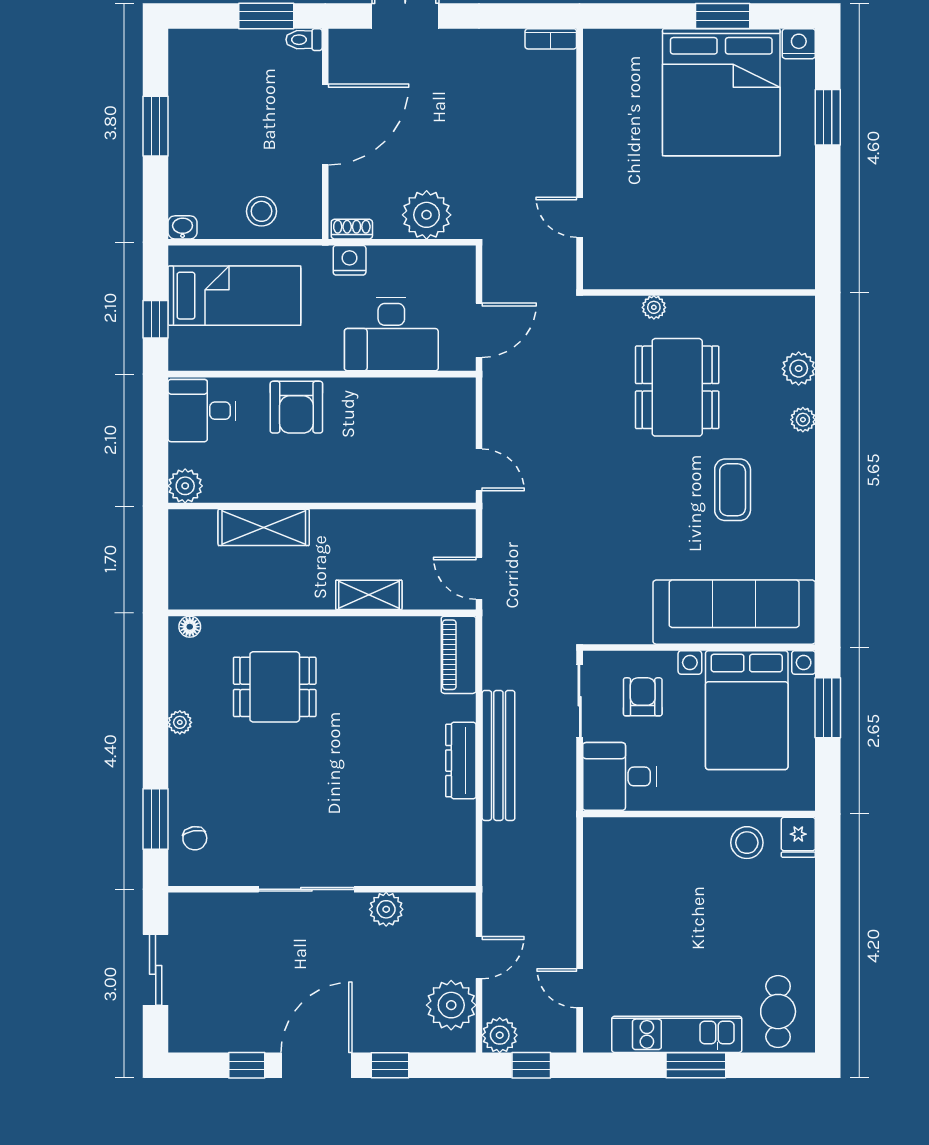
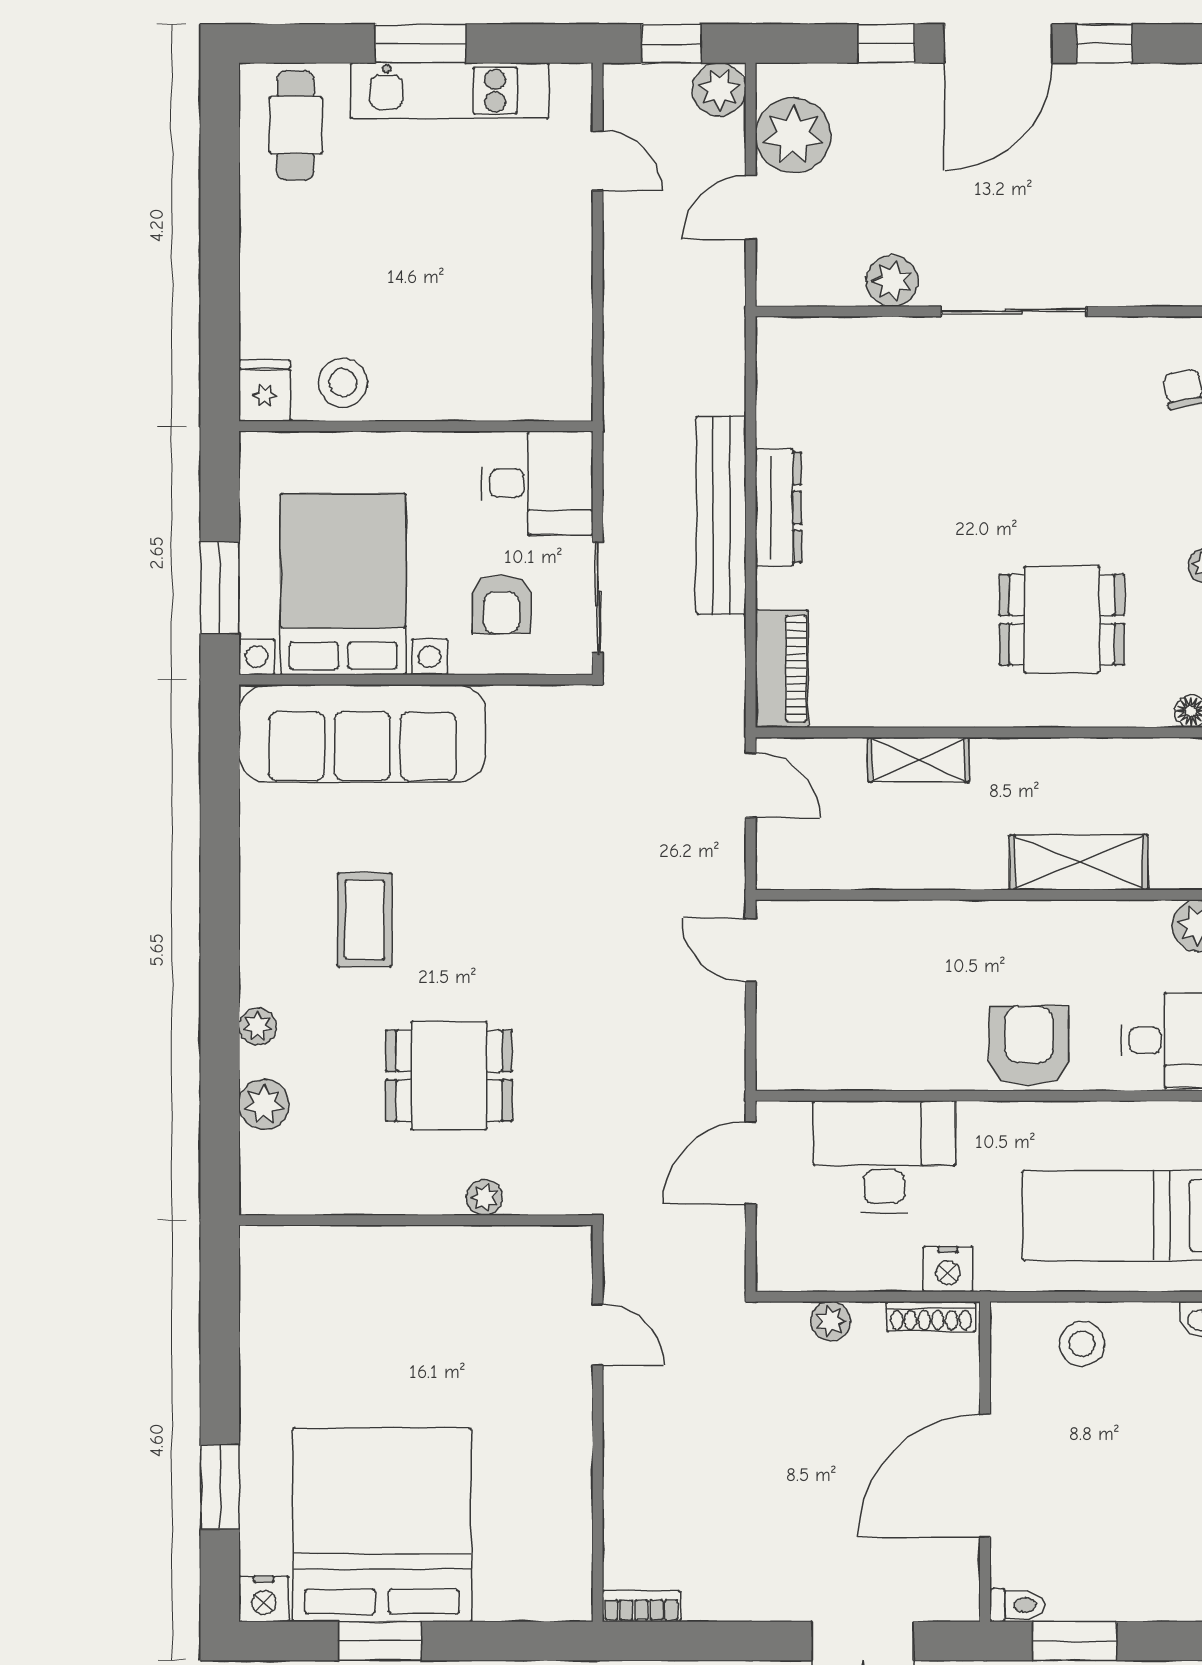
plant: (427, 215) -> (831, 1321), width x0.53, depth x0.53
shoe rack: (352, 229) -> (931, 1317), width x1.43
dining table: (677, 387) -> (449, 1076), width x0.73

